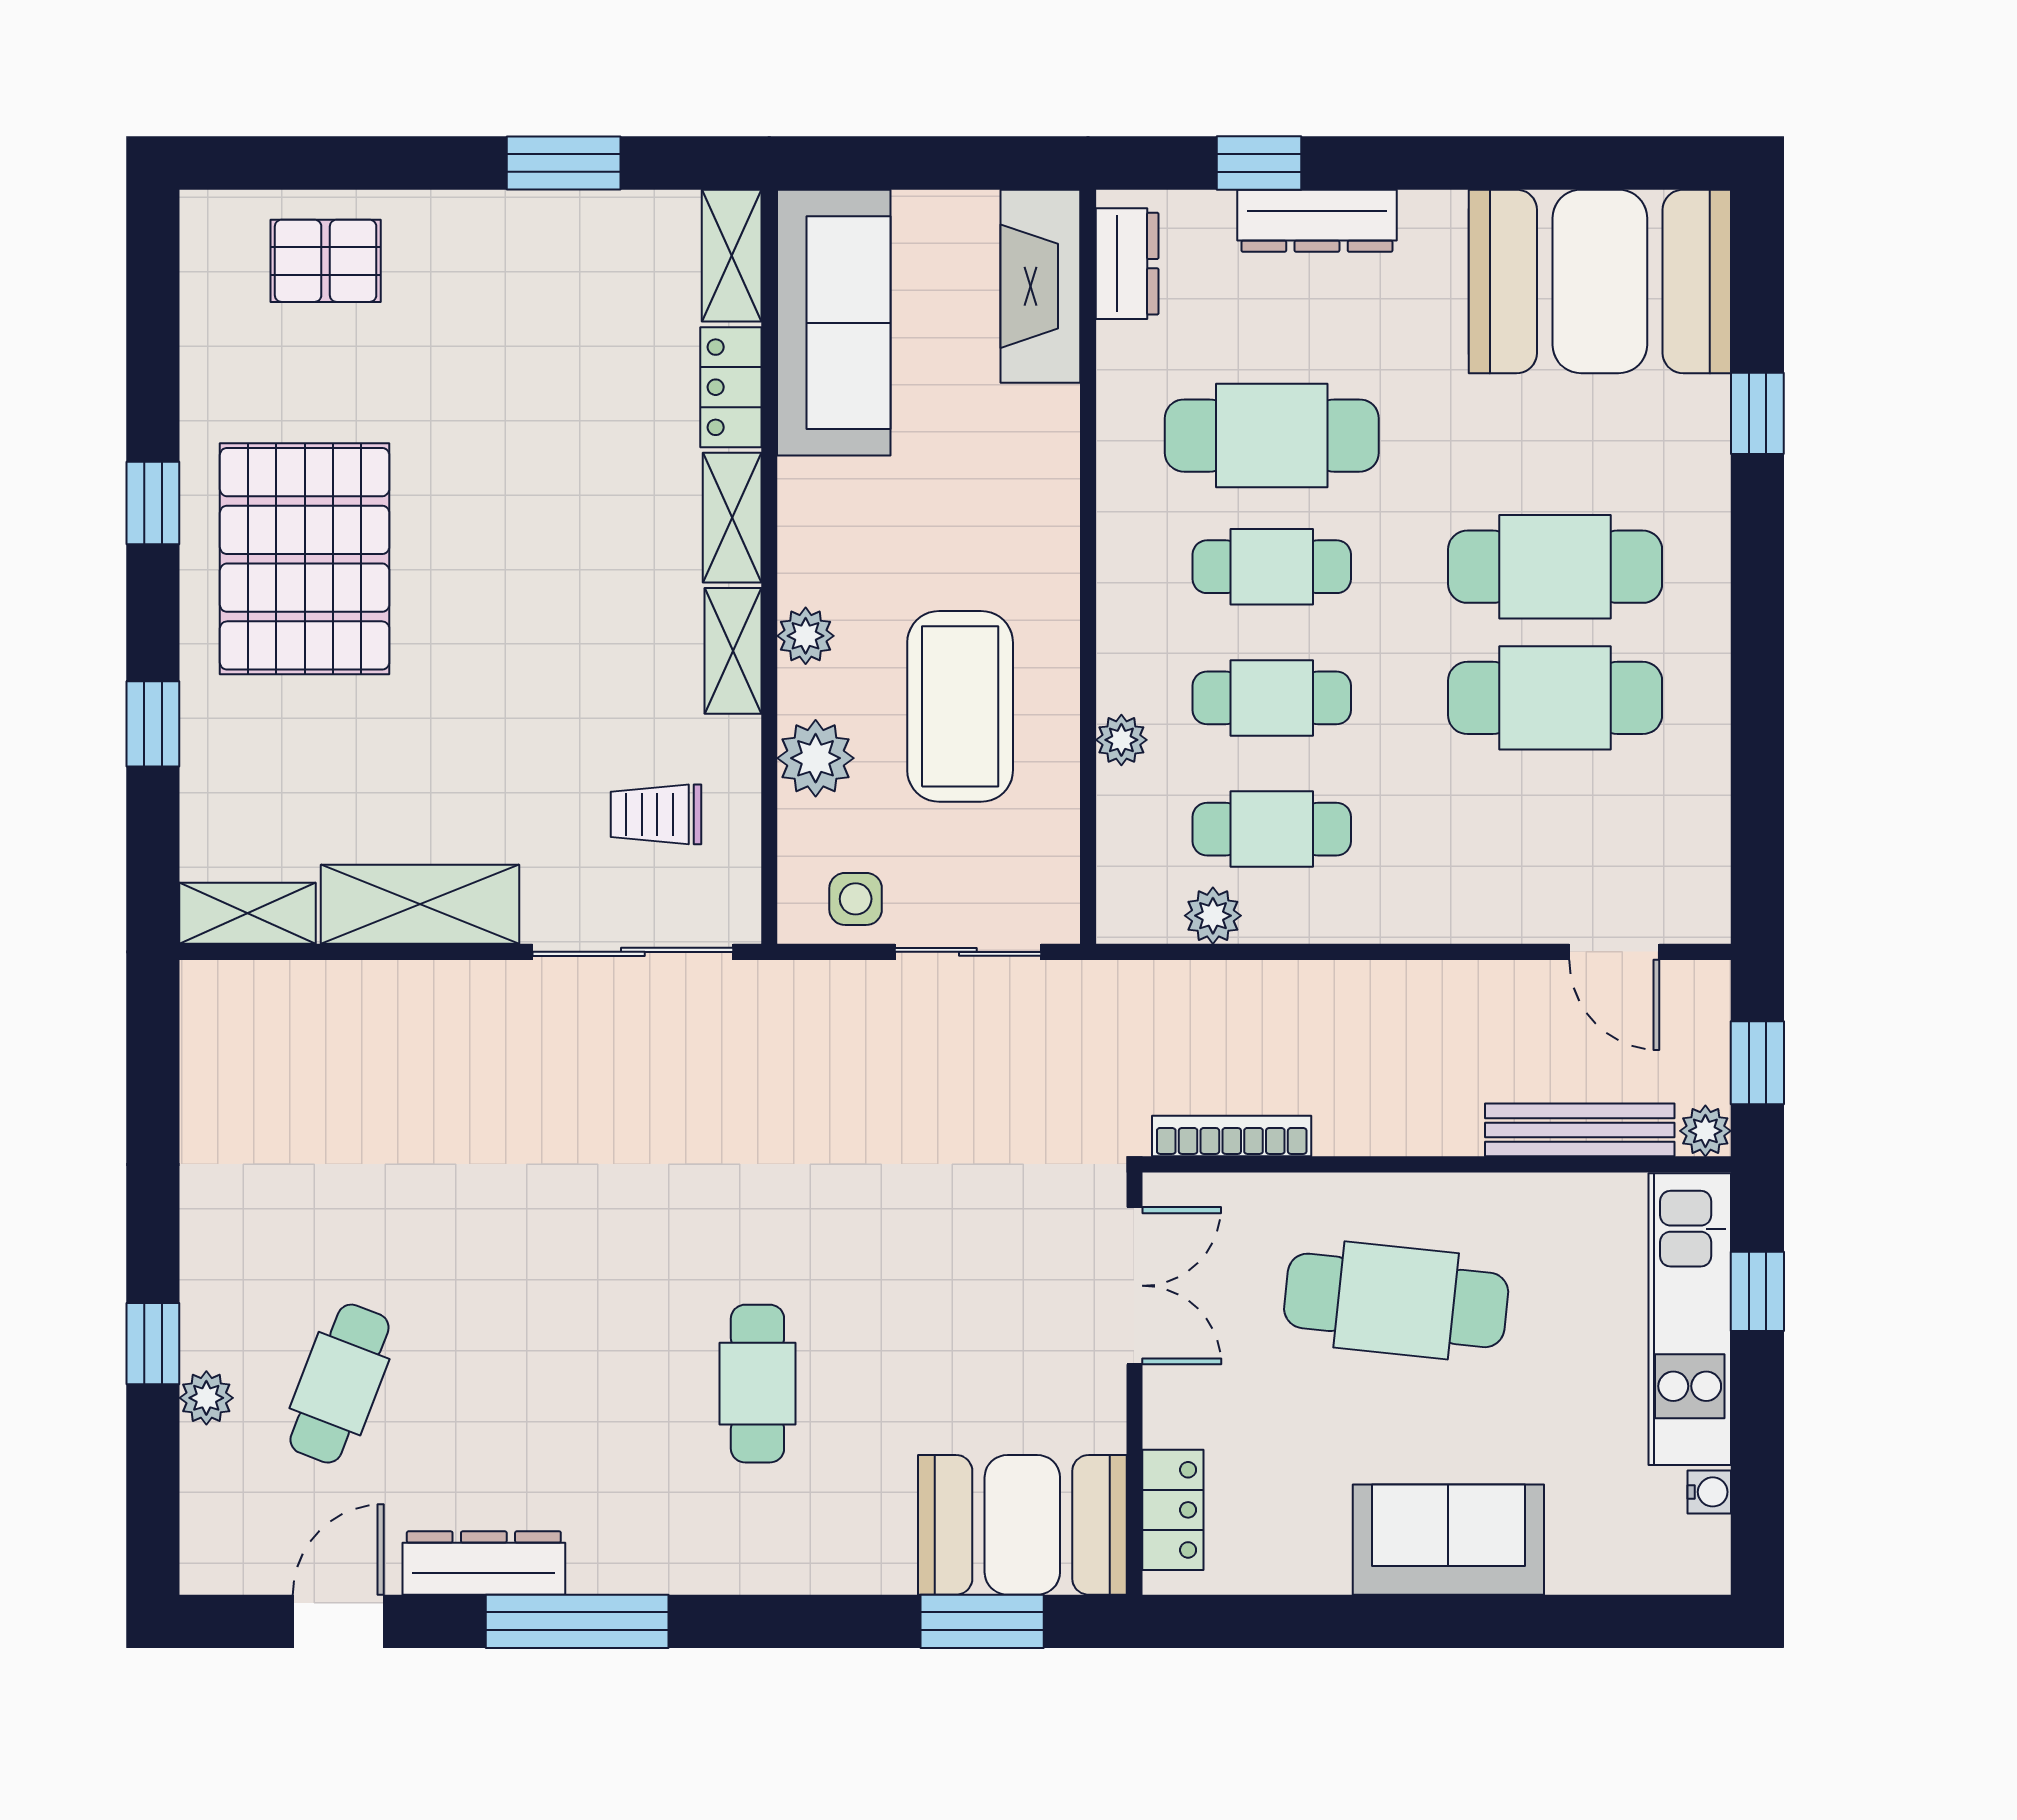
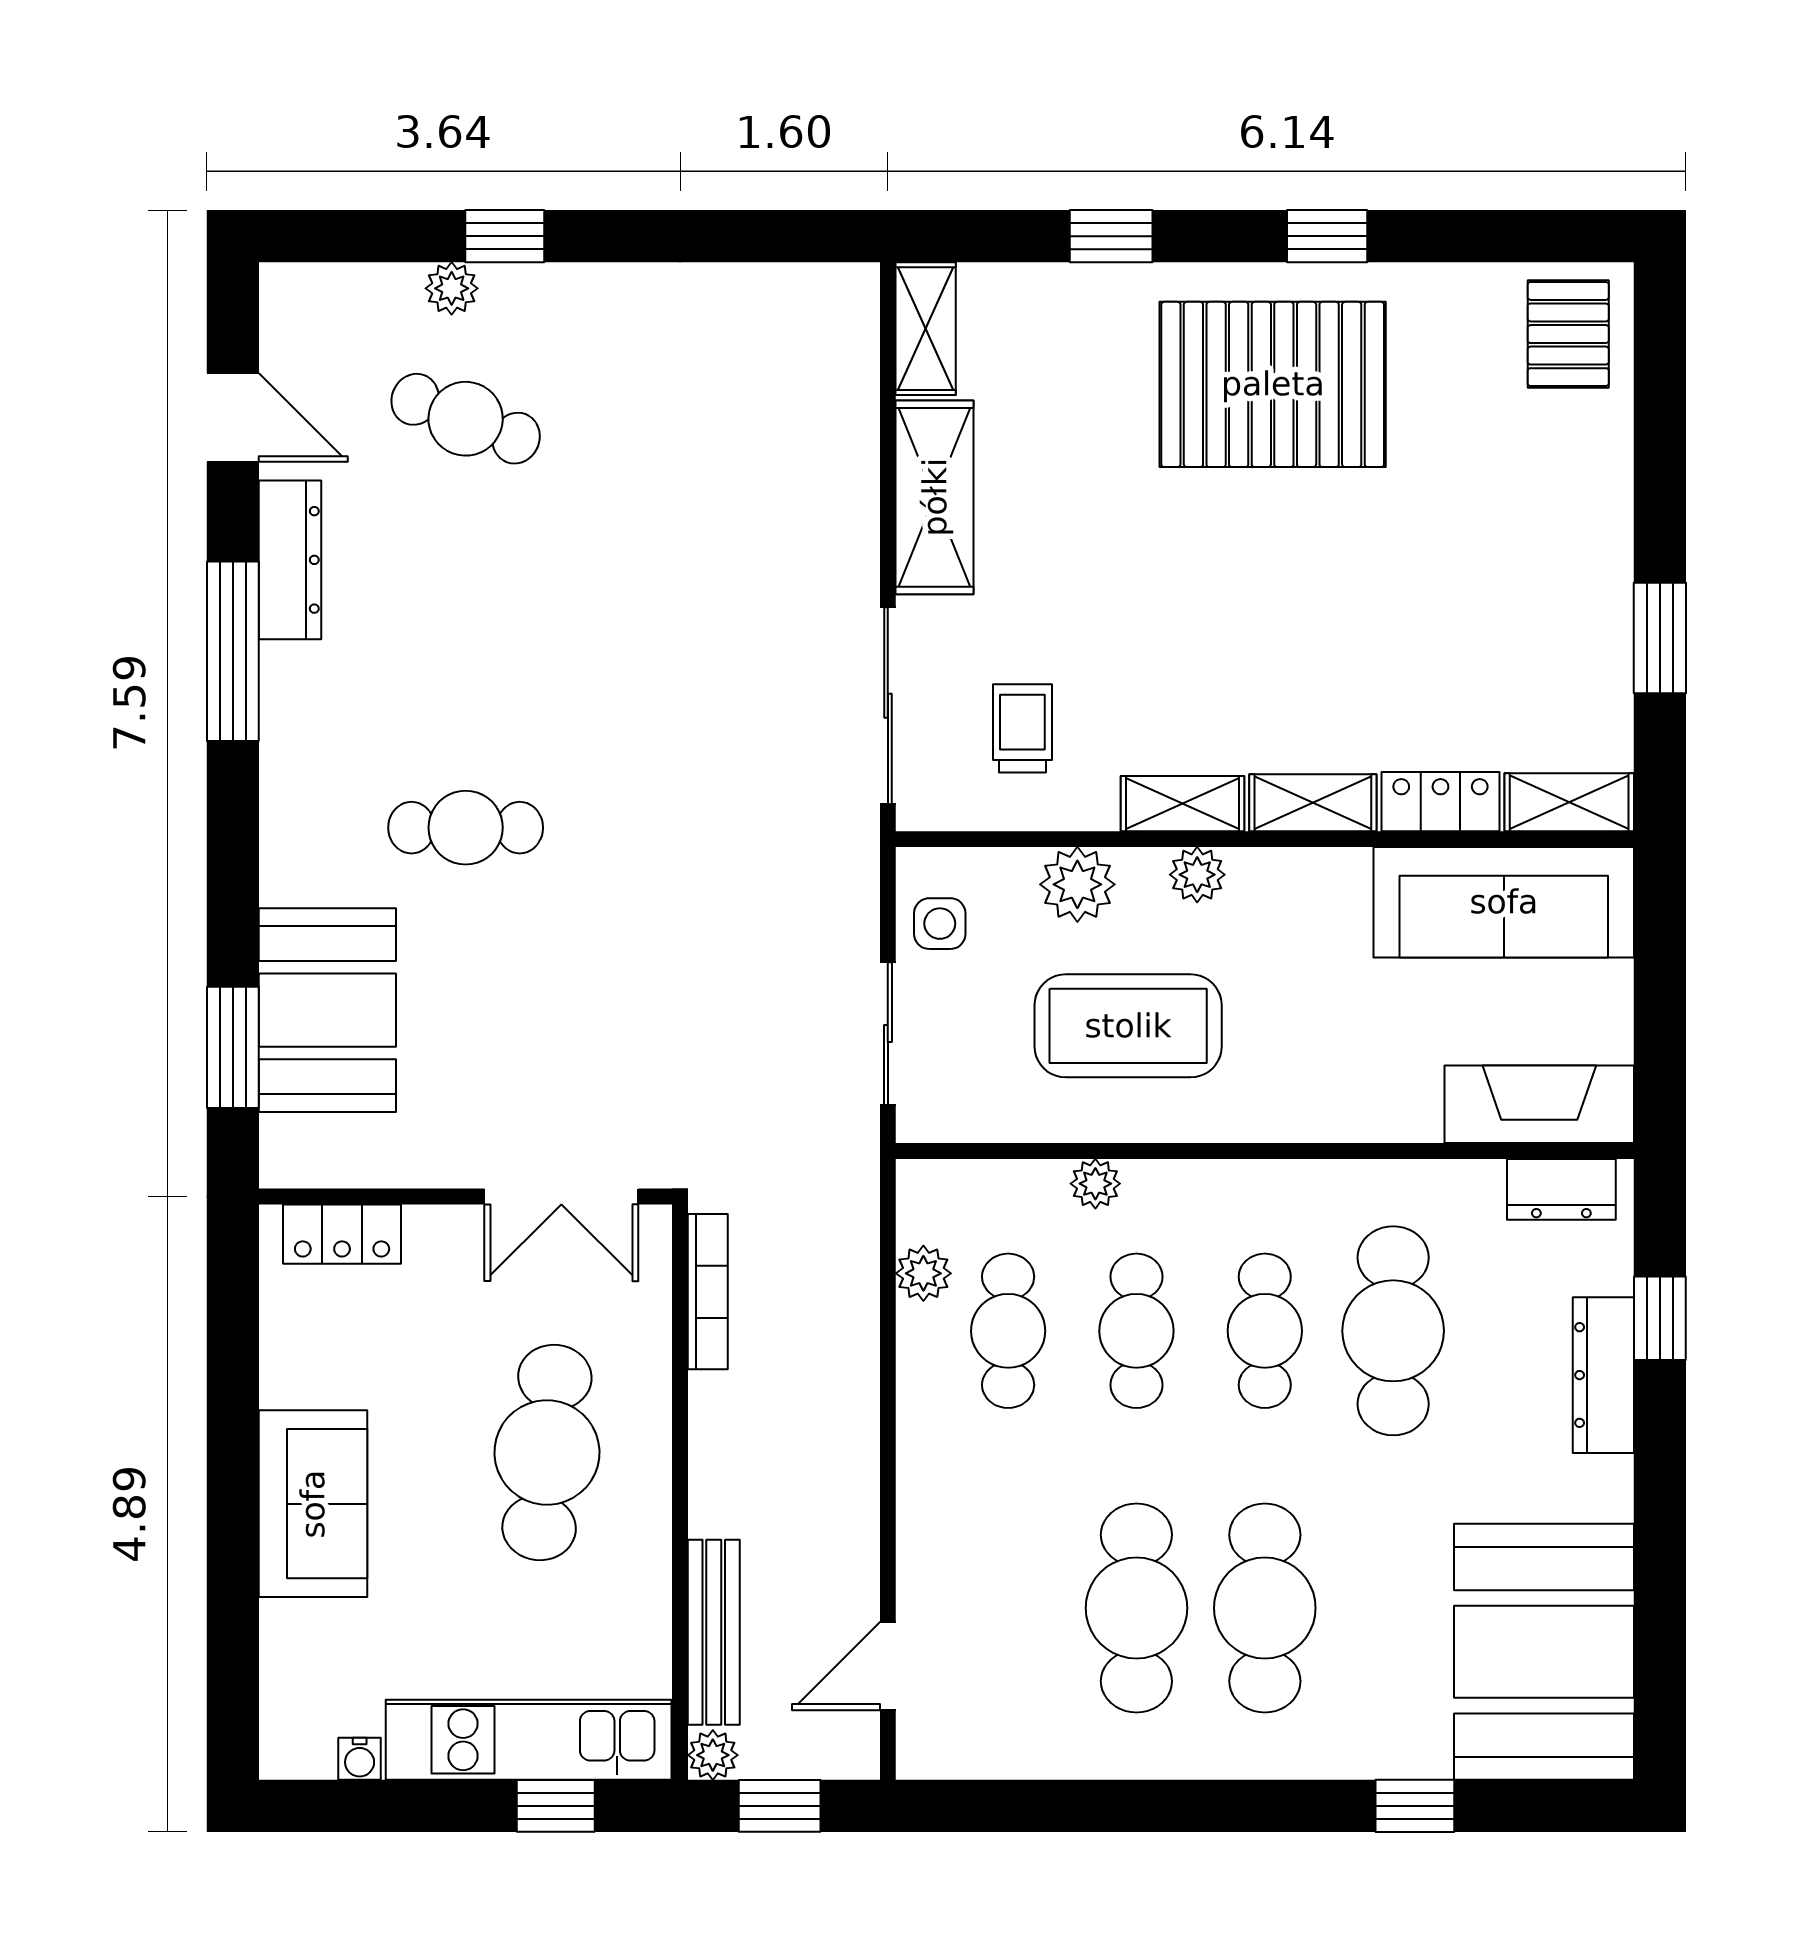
pallet: (326, 261) -> (1568, 334), moved
booth: (1022, 1525) -> (327, 1010), moved

